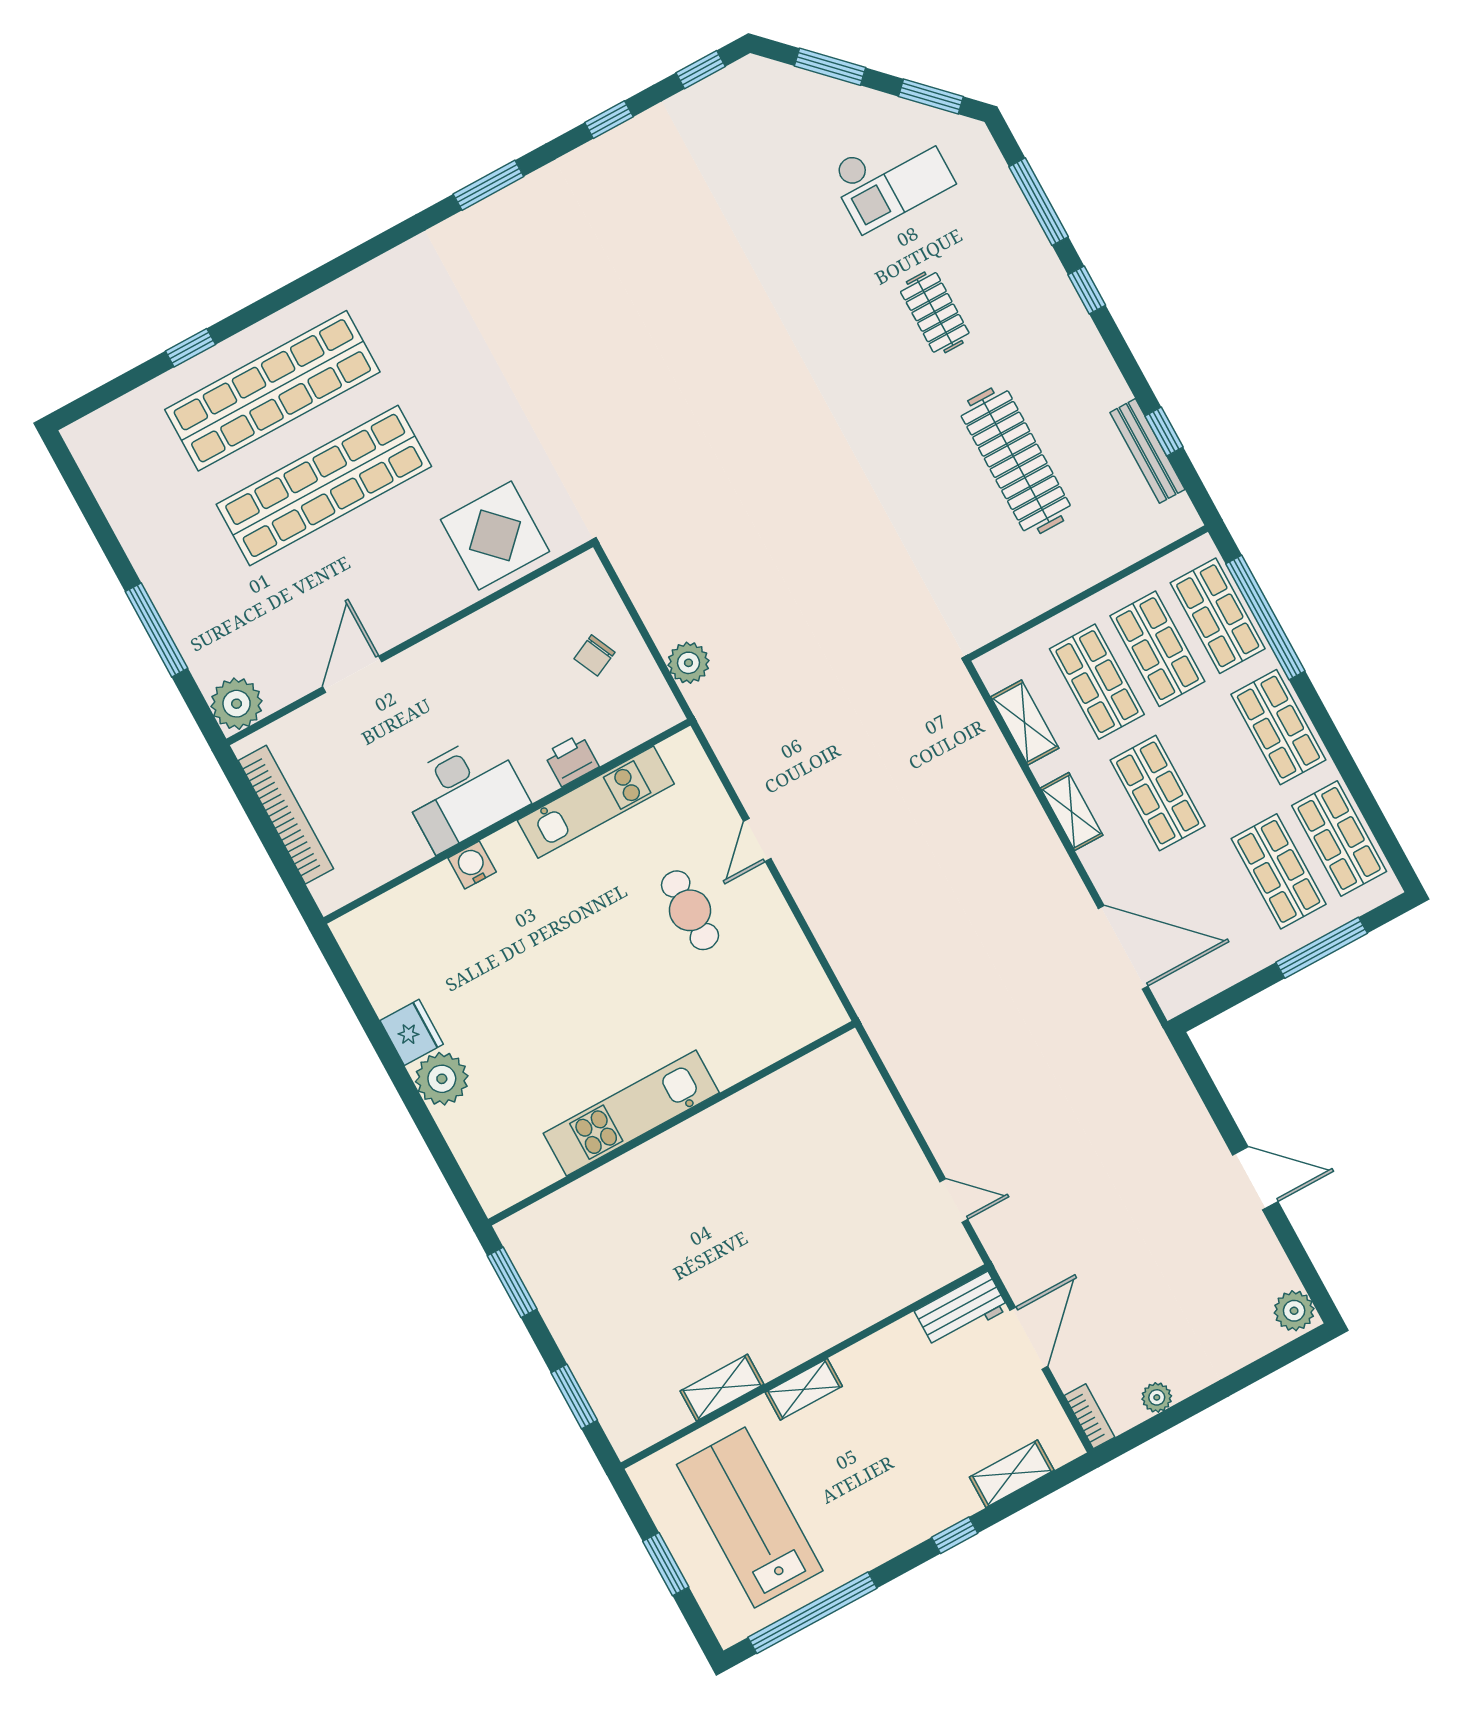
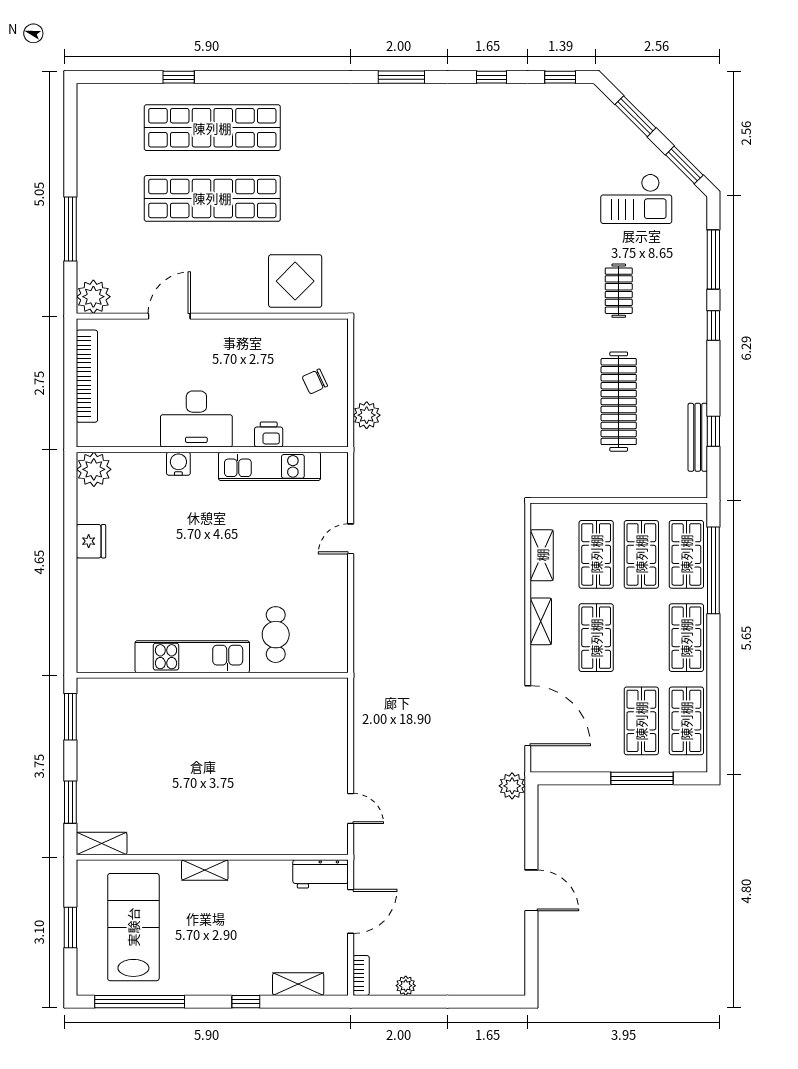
cafe table: (690, 910) -> (276, 635), moved
plant: (442, 1079) -> (94, 469), moved
plant: (1294, 1311) -> (512, 786), moved
shelving: (722, 1388) -> (102, 843), moved

